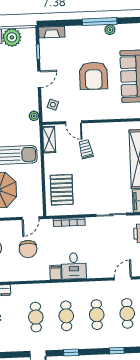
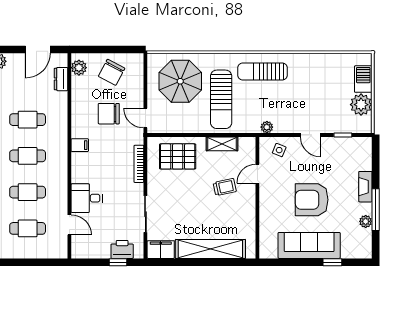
fireplace: (52, 32) -> (365, 187), moved
shelving: (49, 140) -> (222, 144), moved
desk: (74, 266) -> (87, 198), moved

